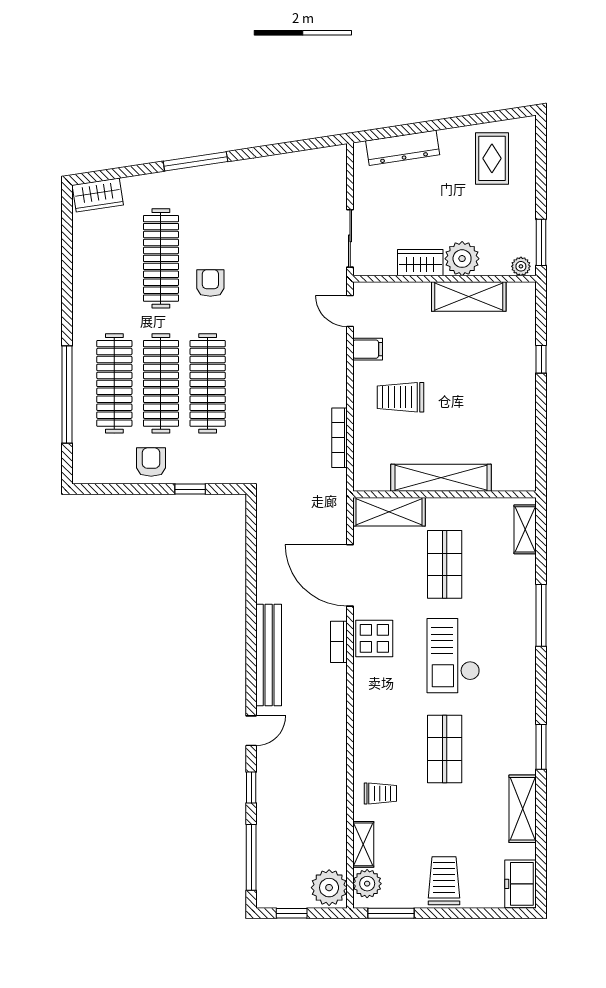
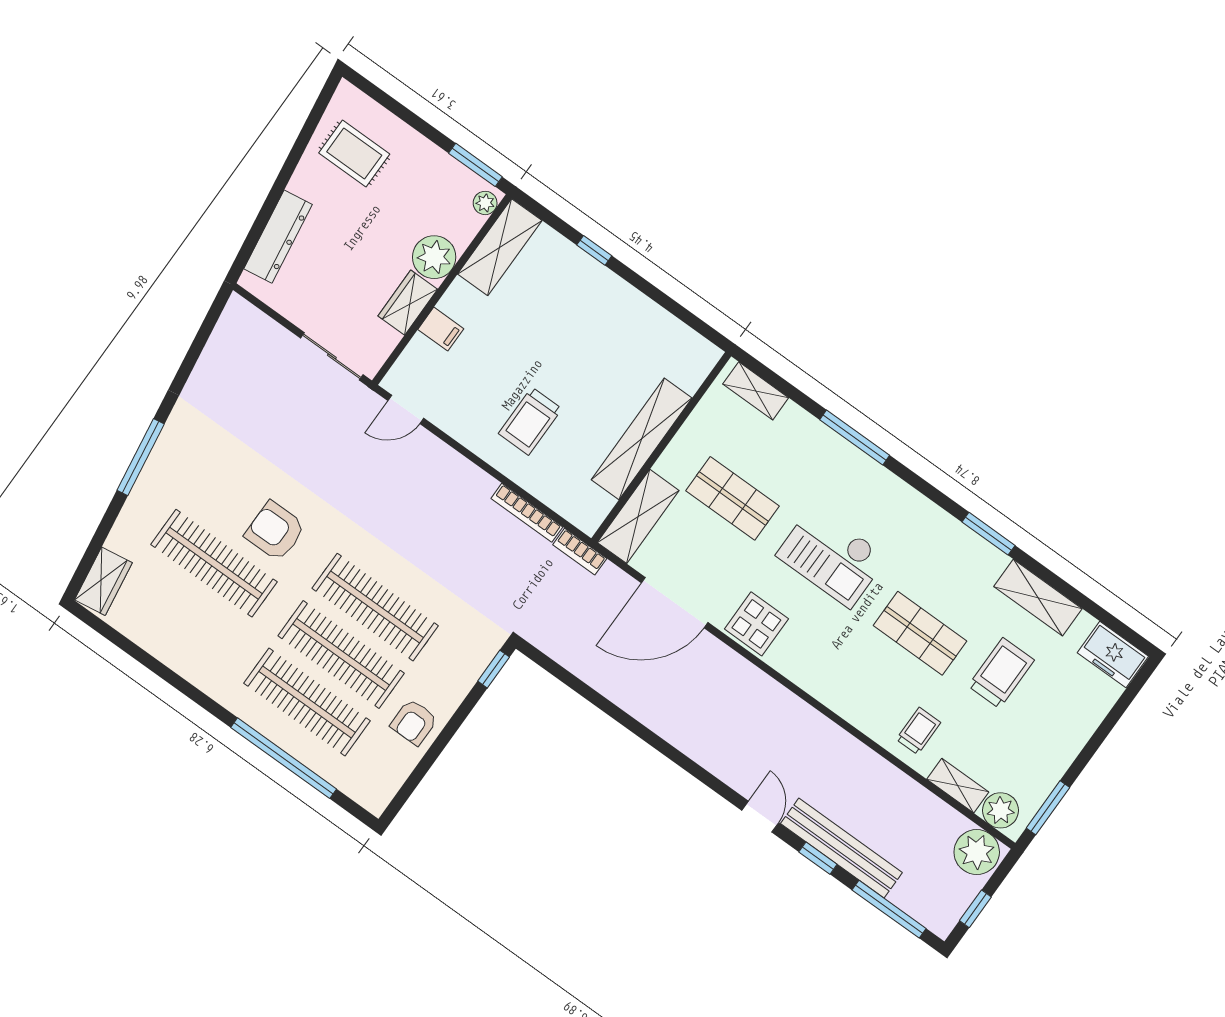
armchair: (210, 283) -> (275, 531), width x1.38, depth x1.38
shelving: (469, 296) -> (500, 247), moved
filing cabinet: (368, 349) -> (441, 329), moved, turned 90
armchair: (151, 462) -> (414, 722), turned -90
window: (190, 489) -> (494, 669), moved
bookcase: (339, 642) -> (580, 552), moved
bench: (269, 655) -> (841, 848), moved
trolley: (444, 881) -> (1001, 673), moved, turned 90

